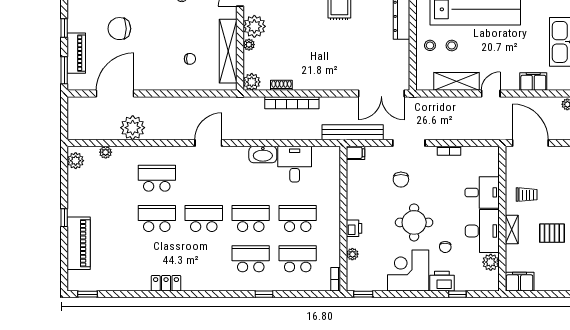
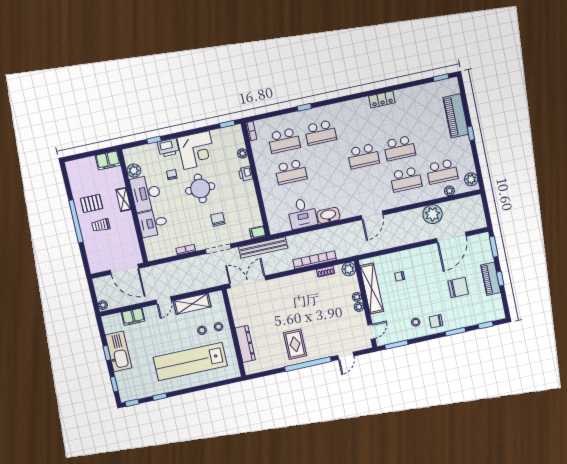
plant: (254, 26) -> (359, 307), width x0.53, depth x0.53
piano: (76, 53) -> (491, 279), moved
trolley: (527, 195) -> (101, 225), moved
school desk: (251, 219) -> (442, 172), moved

